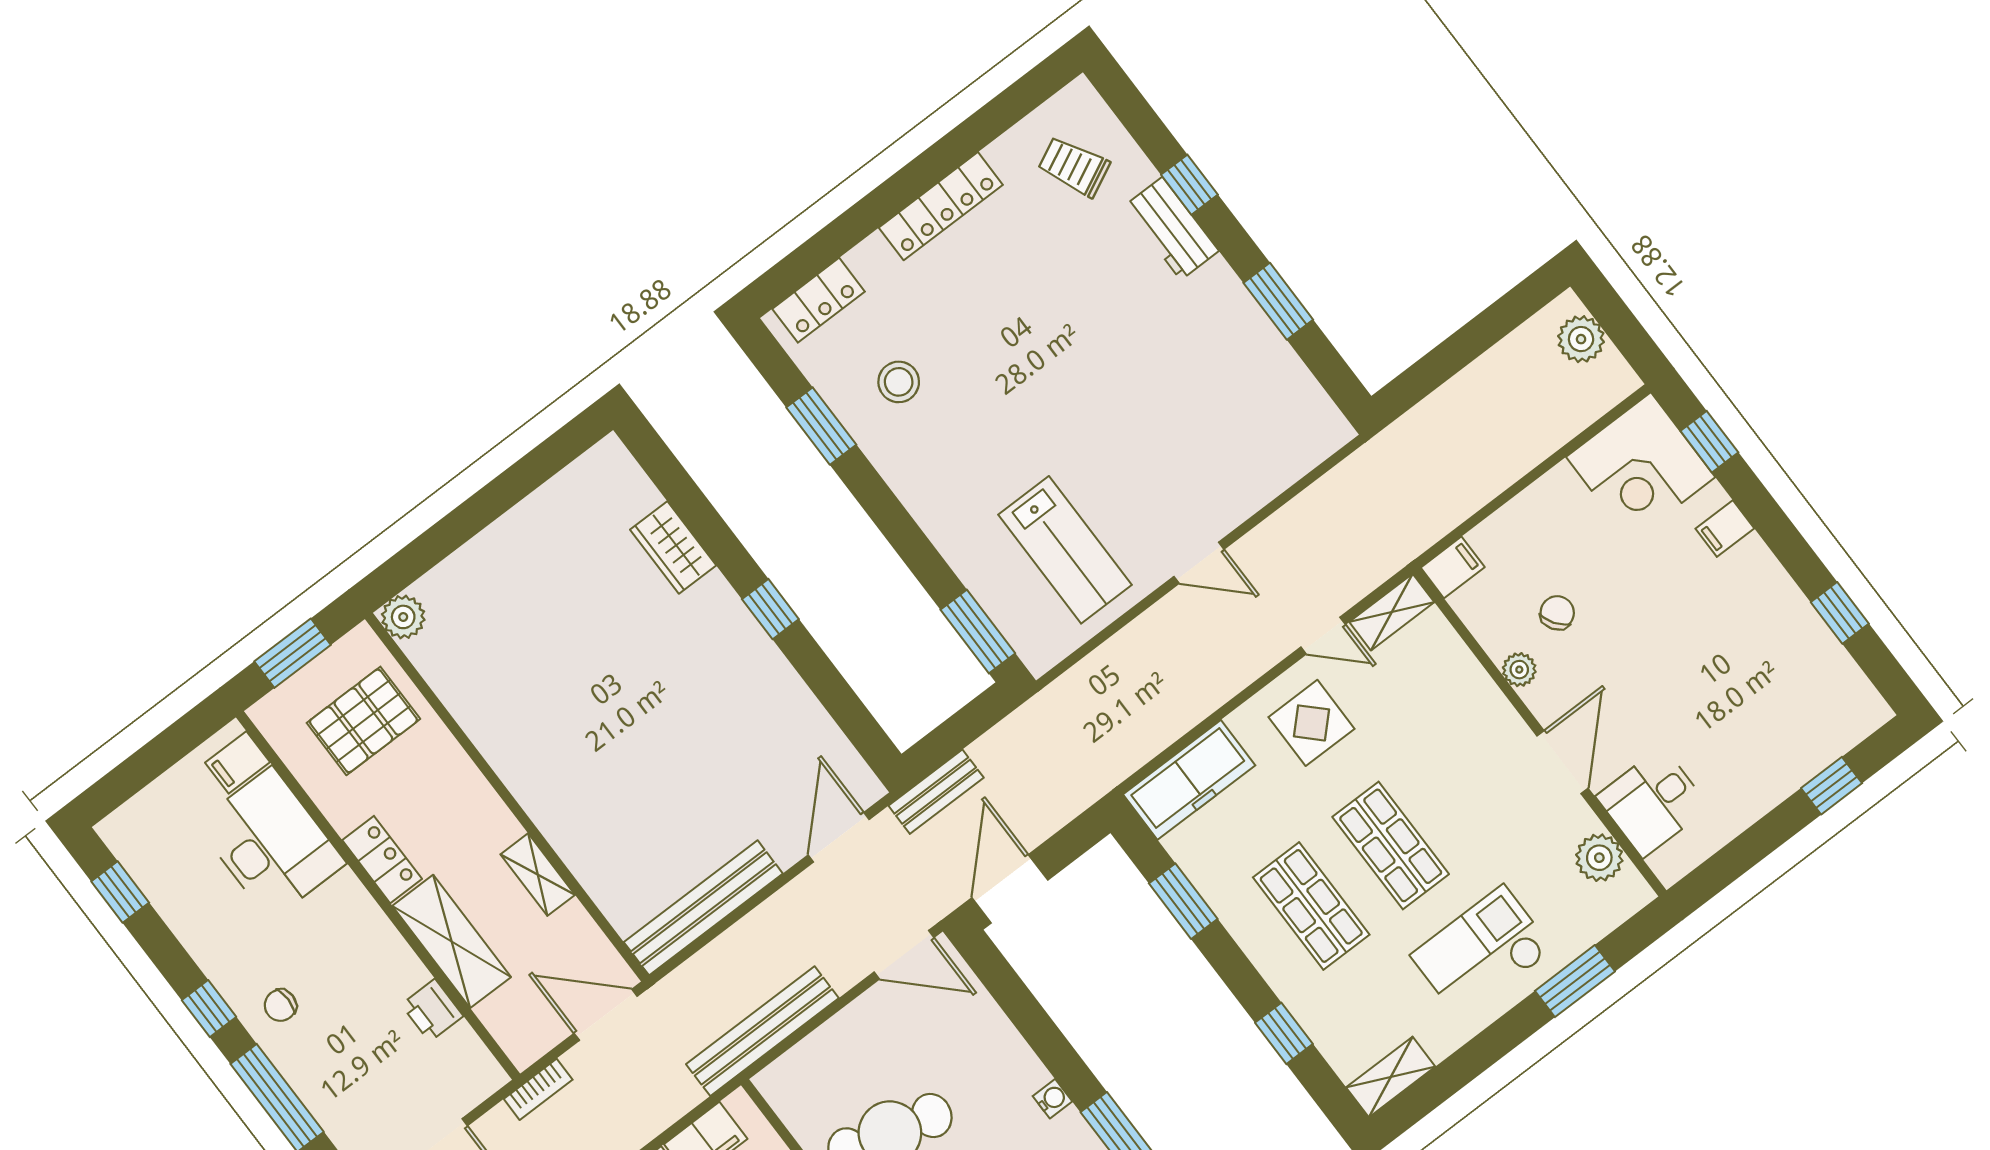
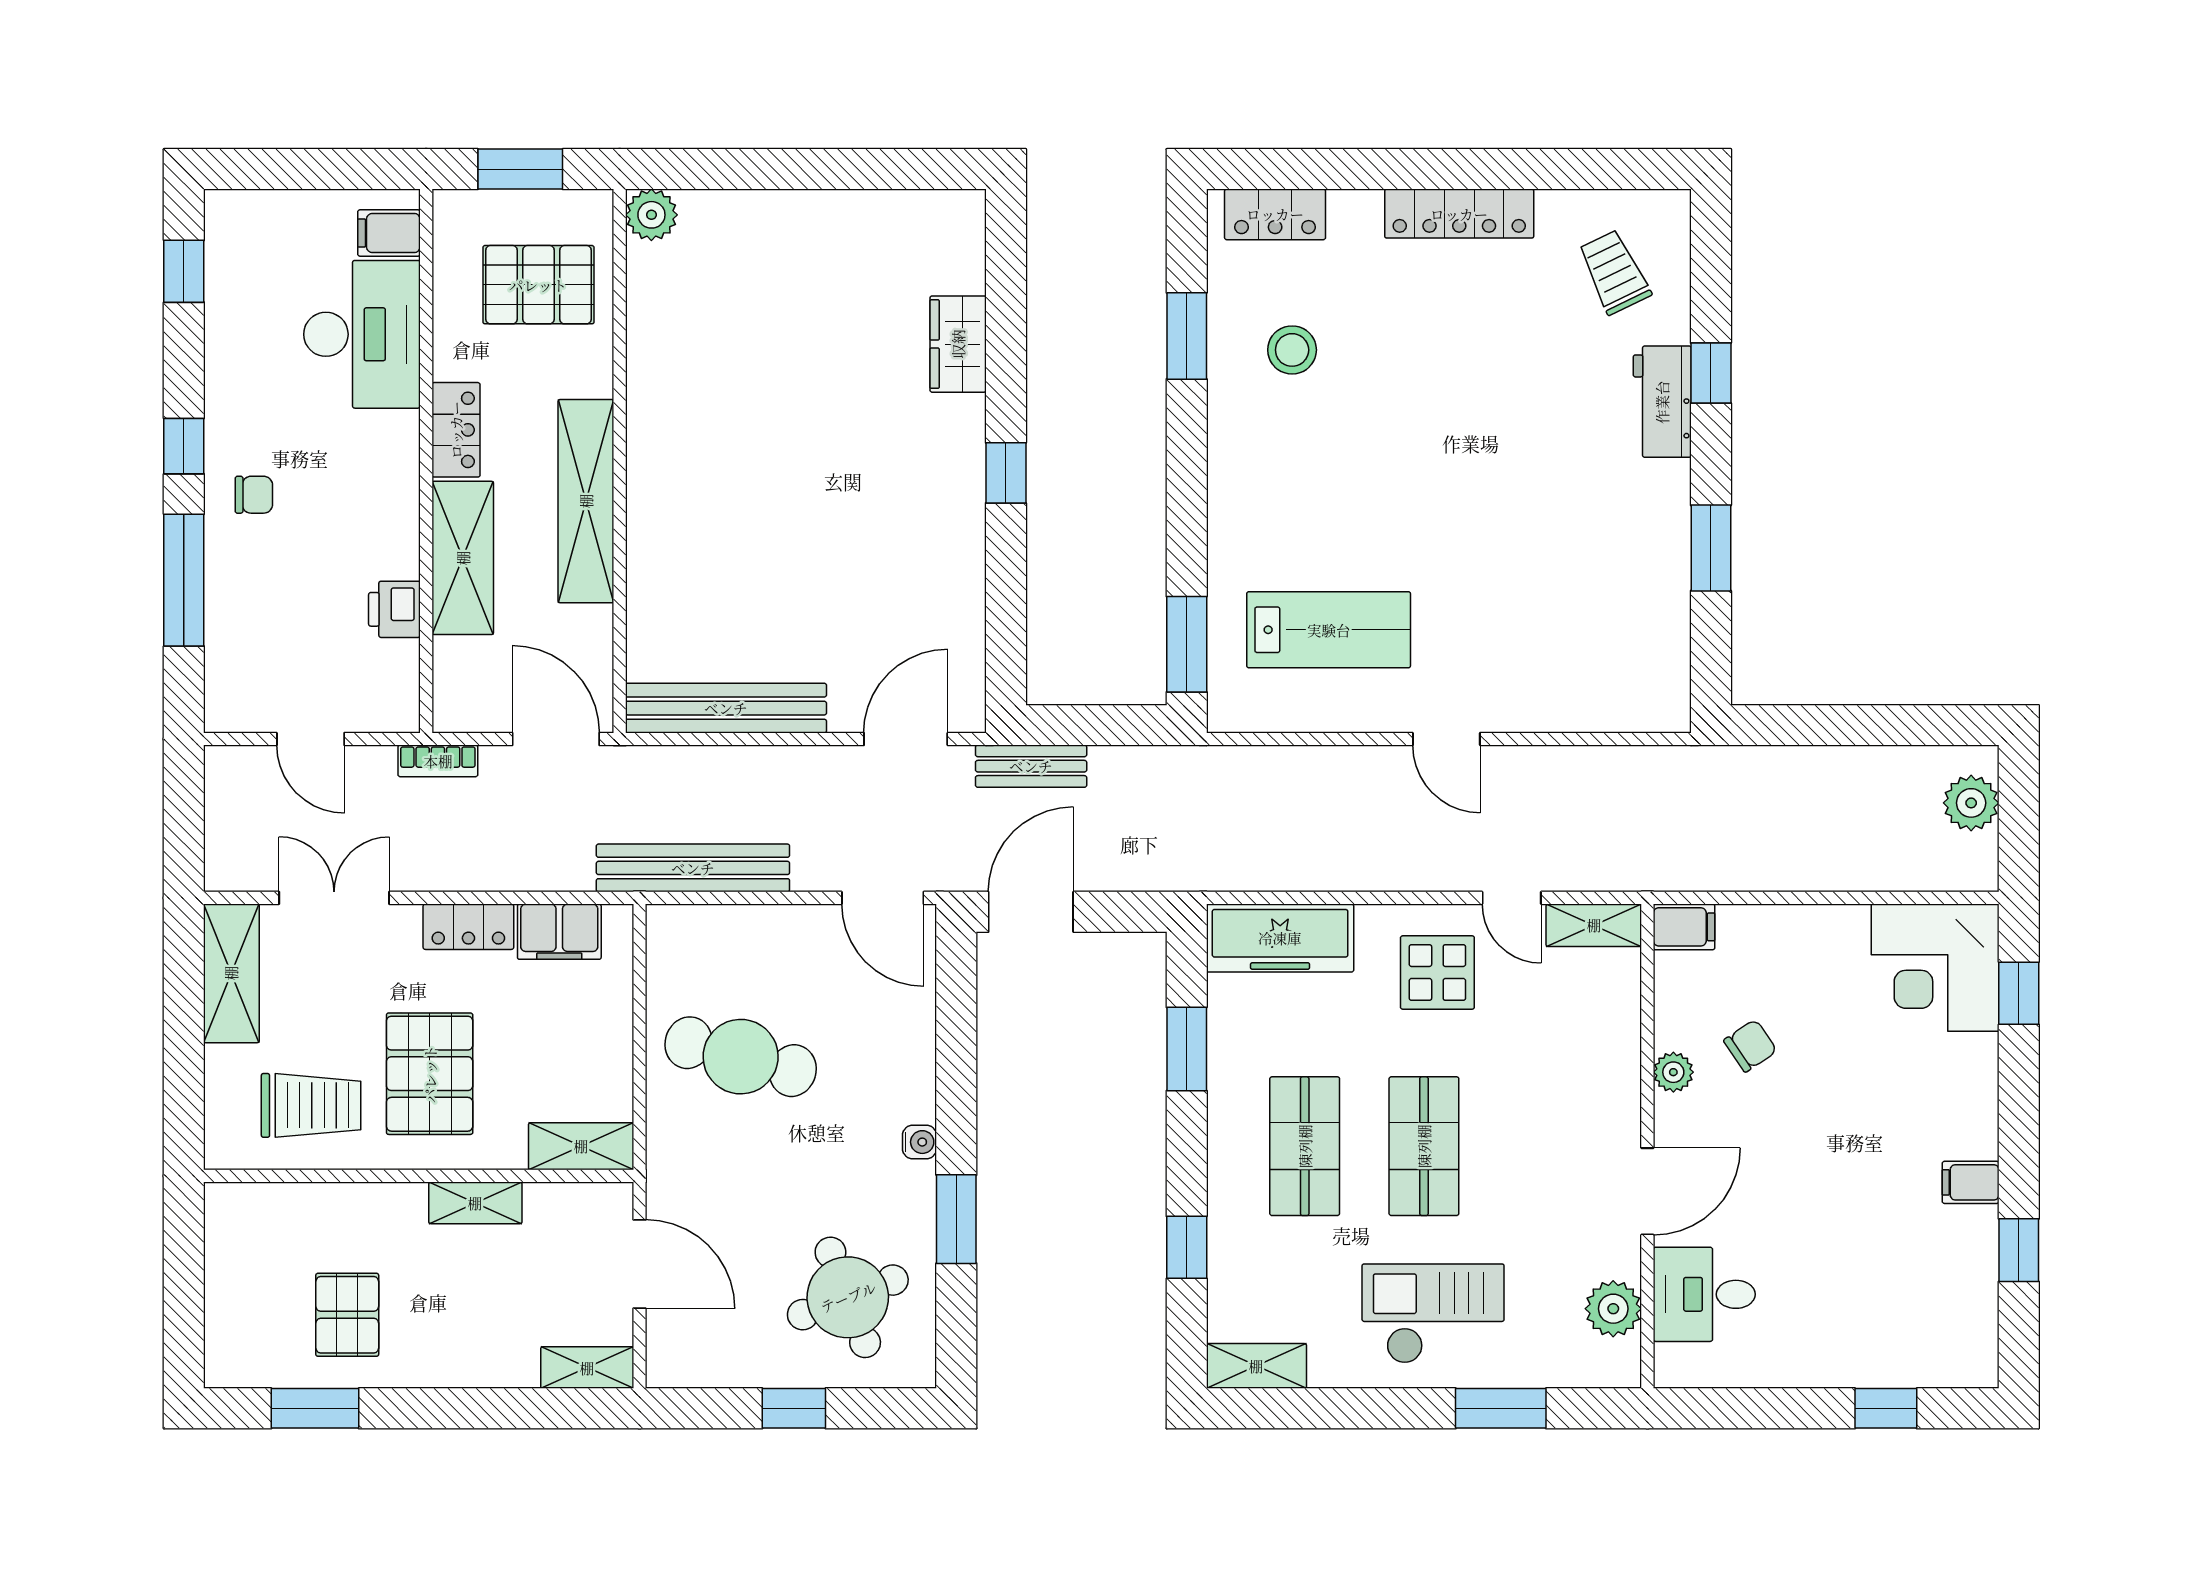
filing cabinet: (1725, 528) -> (1971, 1182), moved
lab bench: (1065, 550) -> (1329, 630), turned -90
shelving: (538, 875) -> (586, 501), width x2.20, depth x1.33
chair: (280, 1005) -> (254, 495), turned 180

